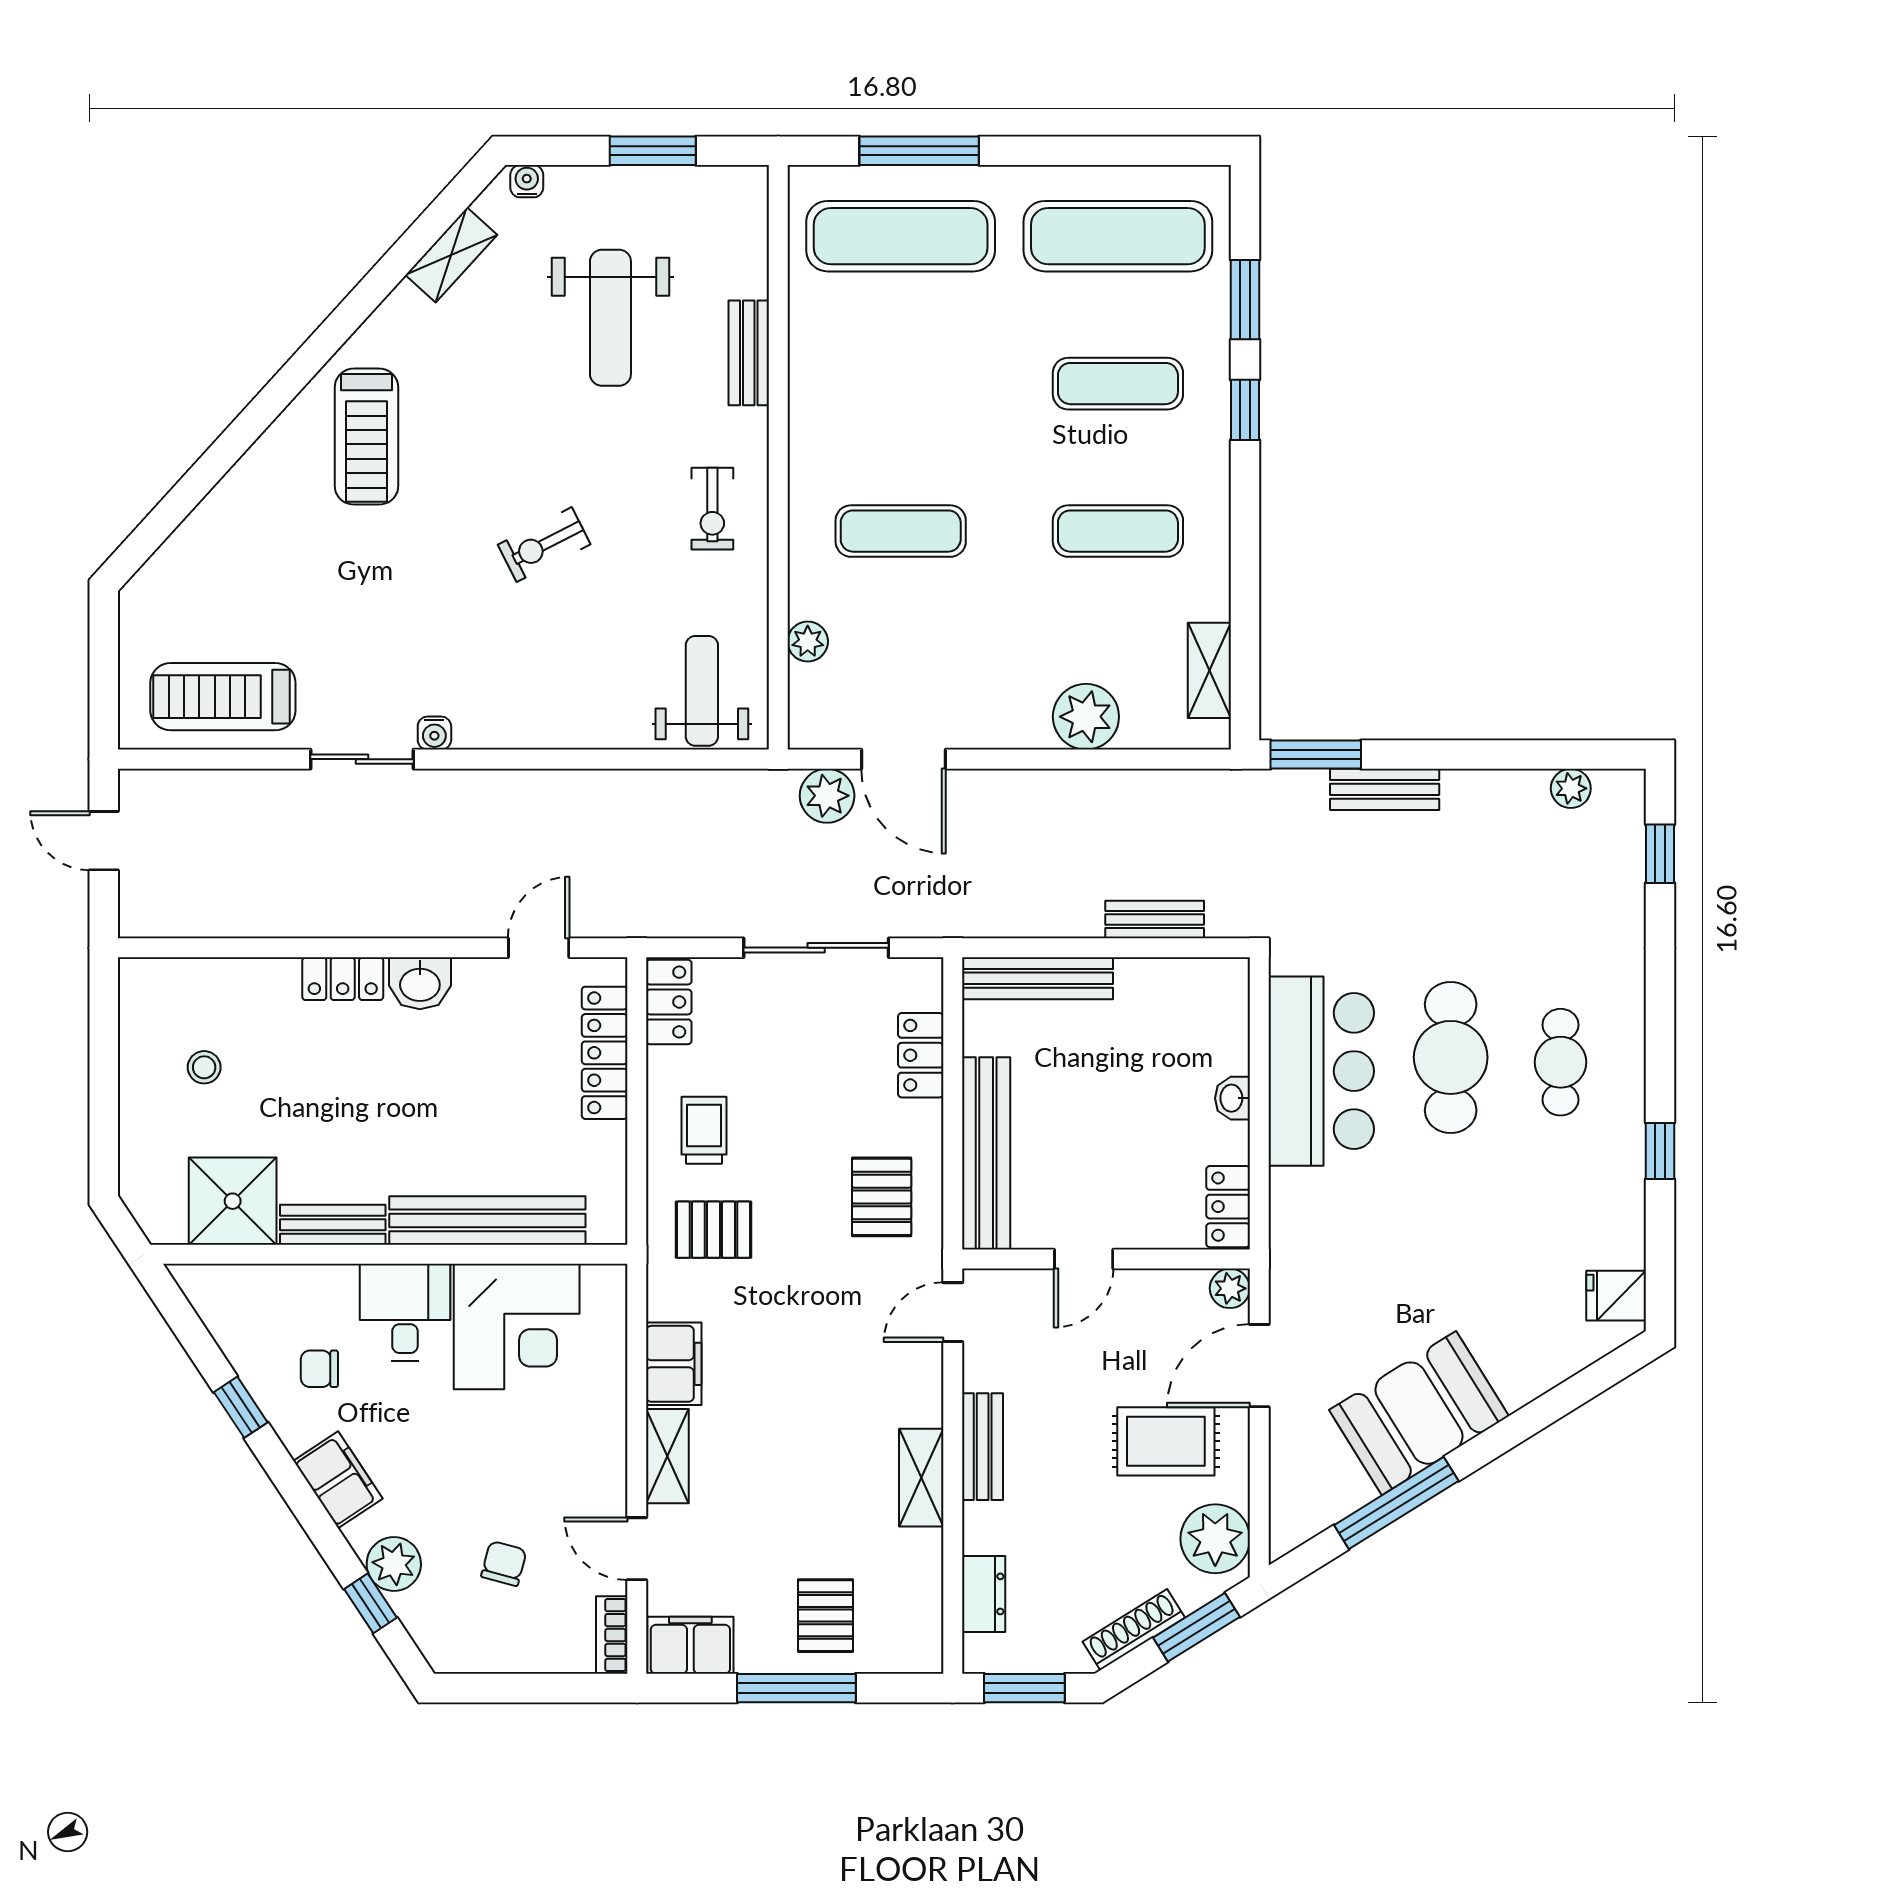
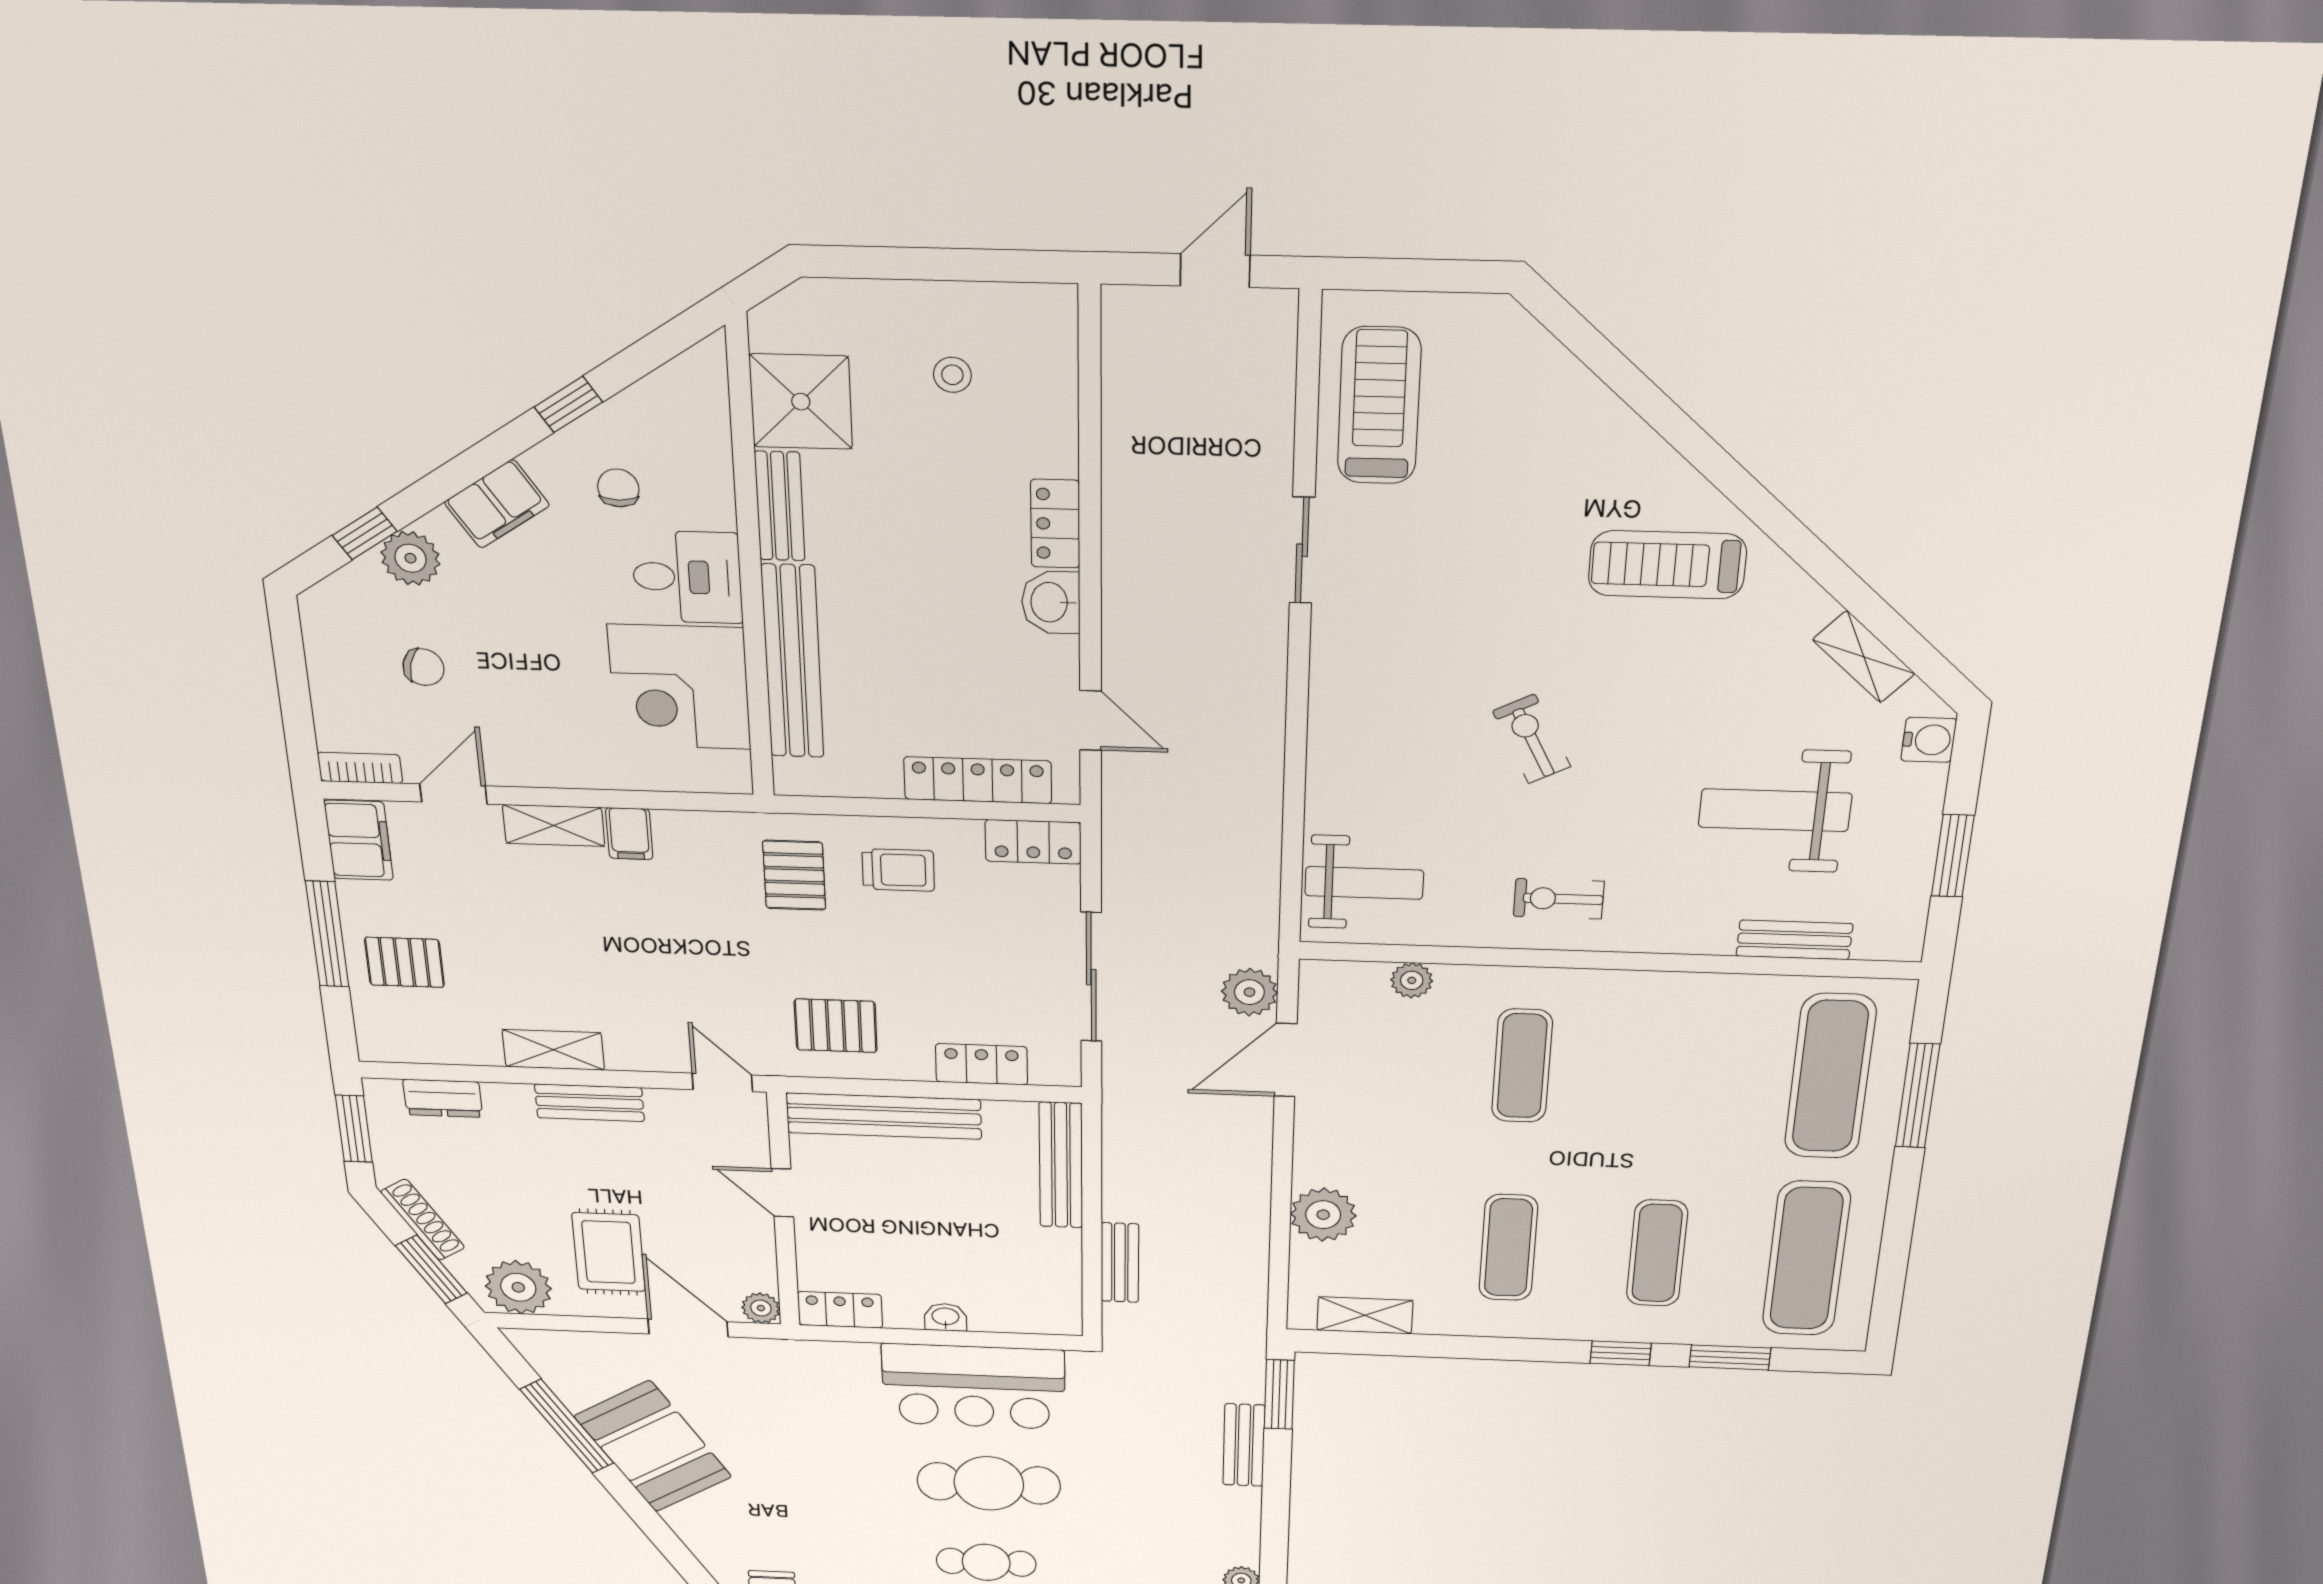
water cooler: (527, 181) -> (1929, 740), width x1.38, depth x1.38
bench: (749, 353) -> (1794, 940), moved
water cooler: (434, 733) -> (1329, 625), removed
filing cabinet: (674, 1364) -> (629, 834), width x0.50

